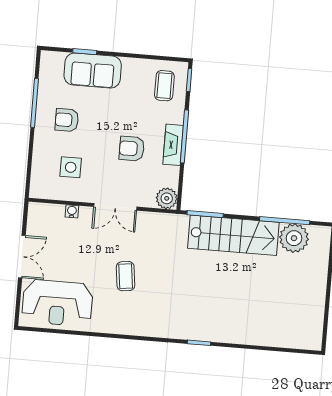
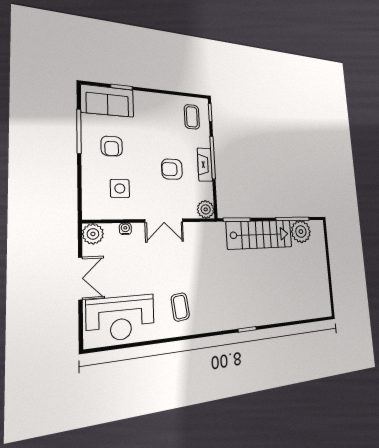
sofa: (93, 71) -> (107, 101), moved
armchair: (67, 120) -> (112, 146), turned -90
plant: (38, 213) -> (93, 234), added
coffee table: (126, 276) -> (180, 307), moved

